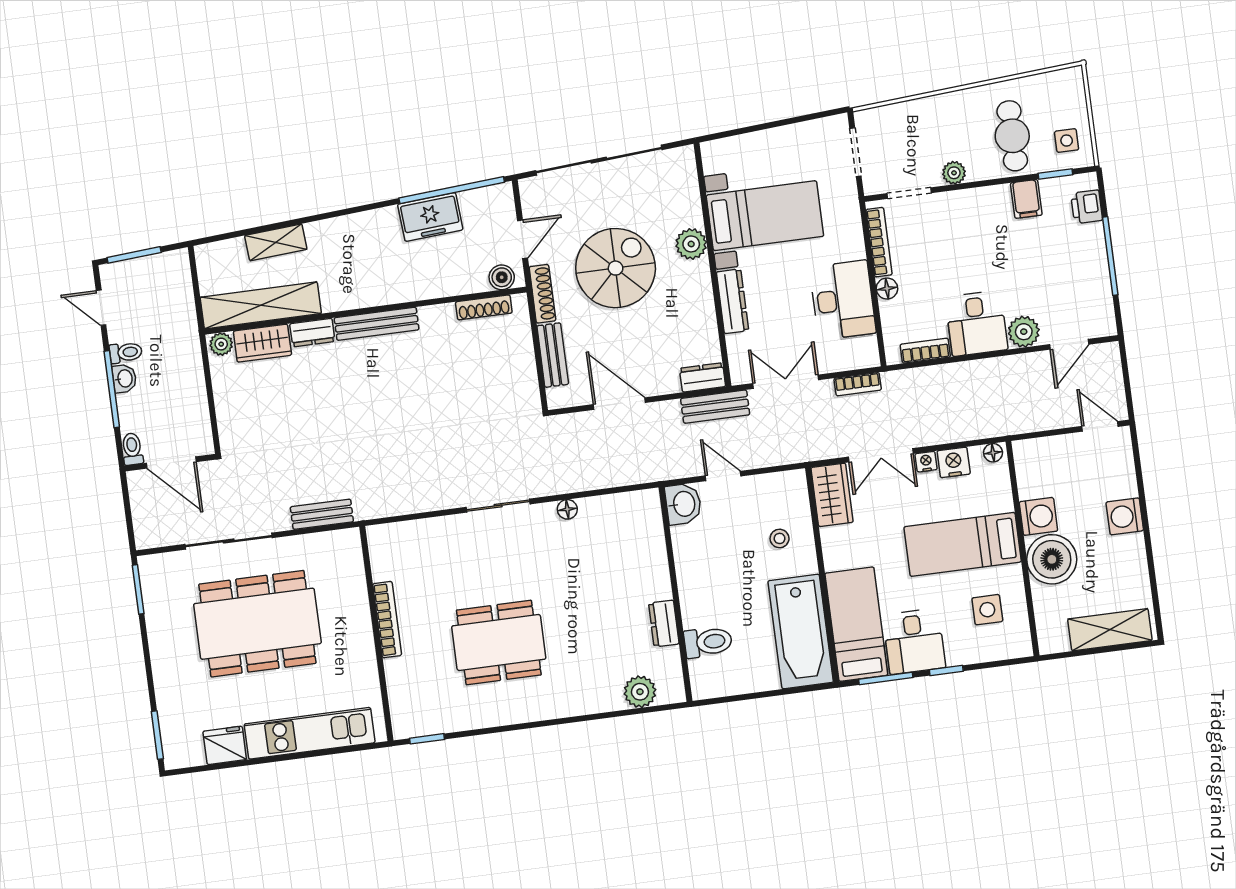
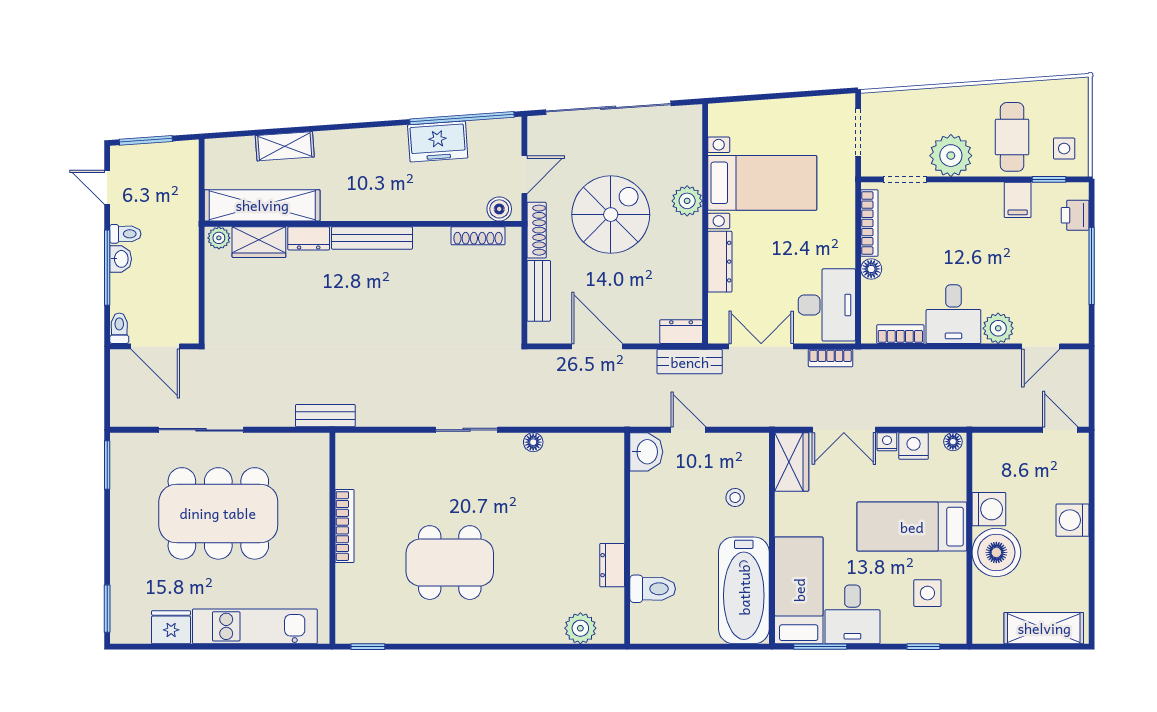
plant: (954, 173) -> (951, 156), width x1.88, depth x1.88
desk: (843, 300) -> (827, 305), moved
bench: (322, 514) -> (325, 416), moved
window: (946, 670) -> (923, 647), moved

